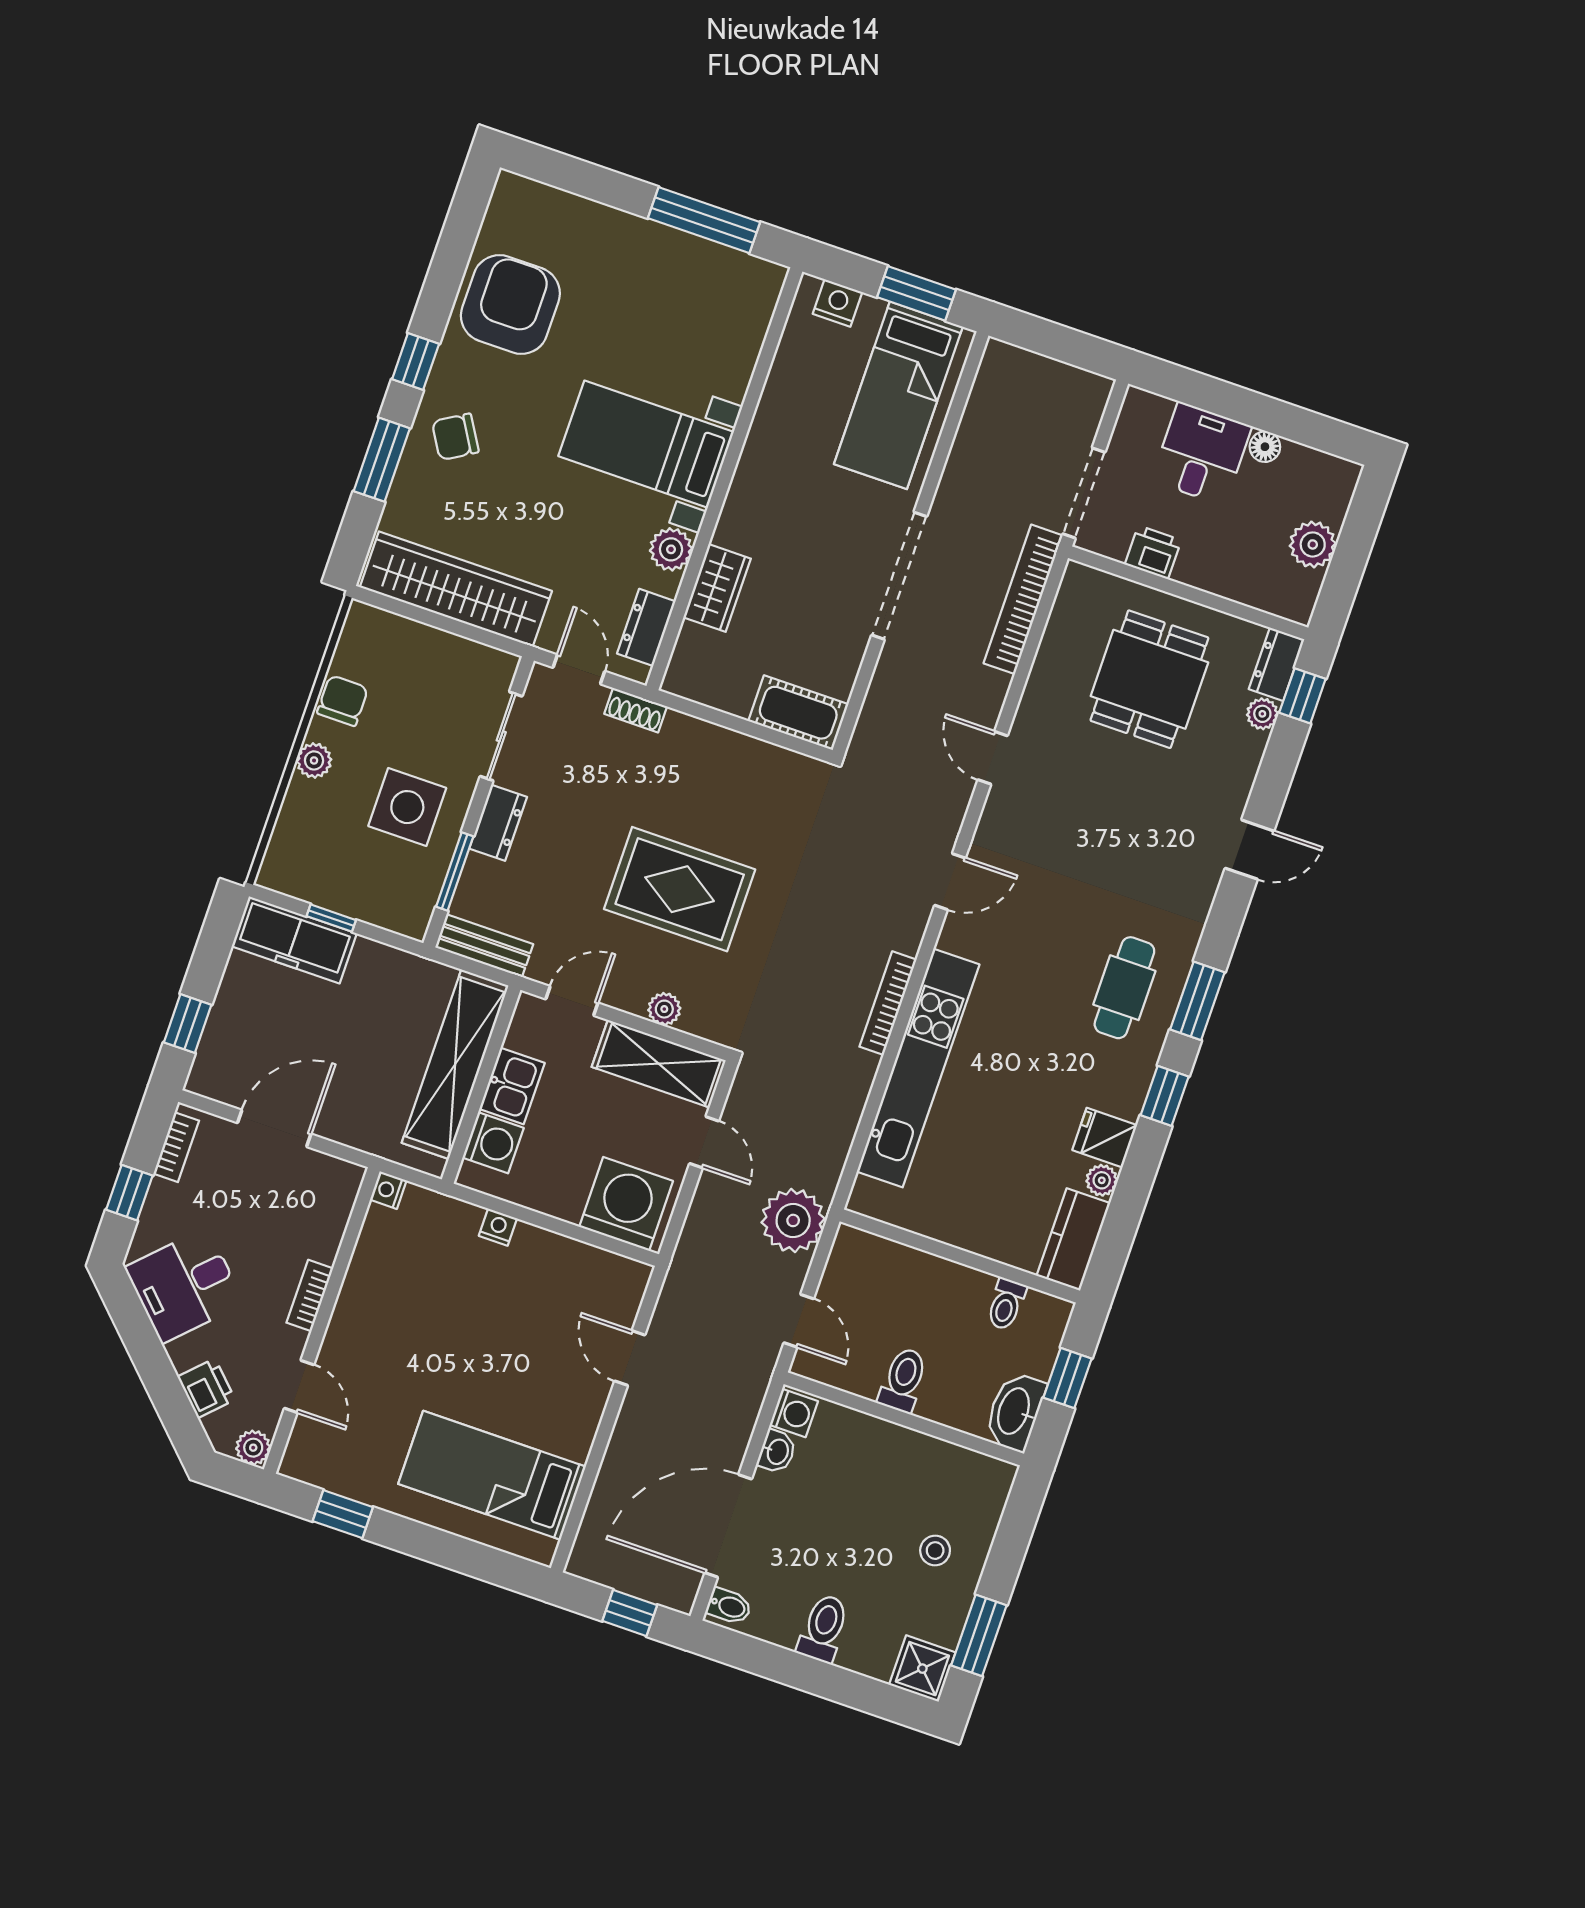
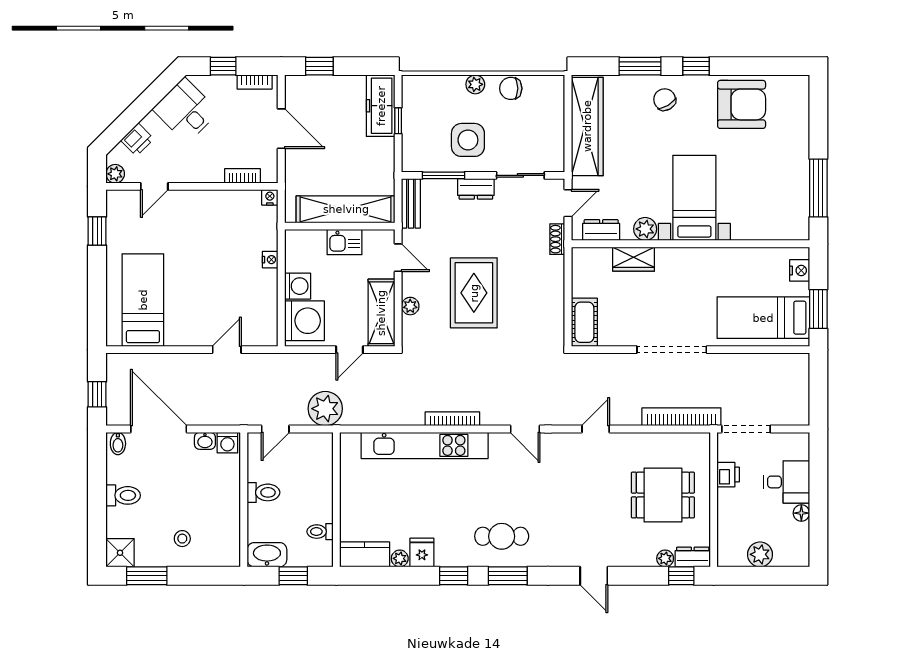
chair: (343, 701) -> (511, 88), turned 180
washing machine: (493, 1143) -> (298, 286), moved, turned -90
bookcase: (310, 1295) -> (242, 176), moved

